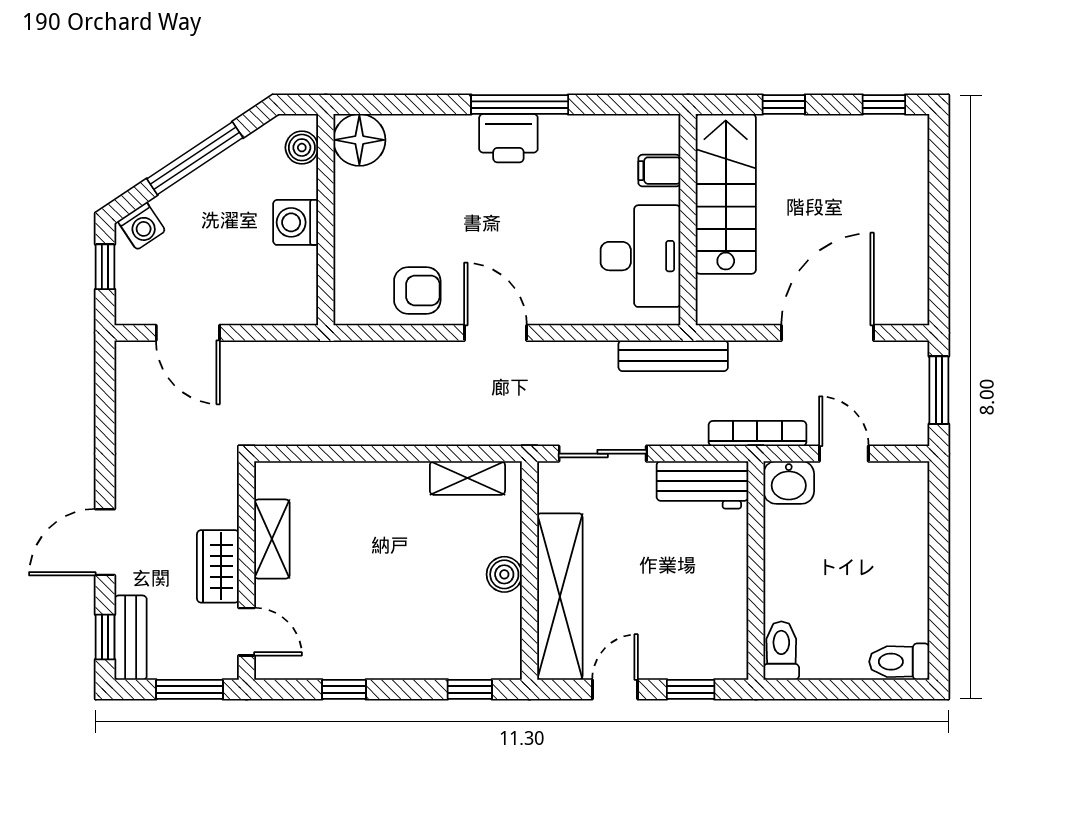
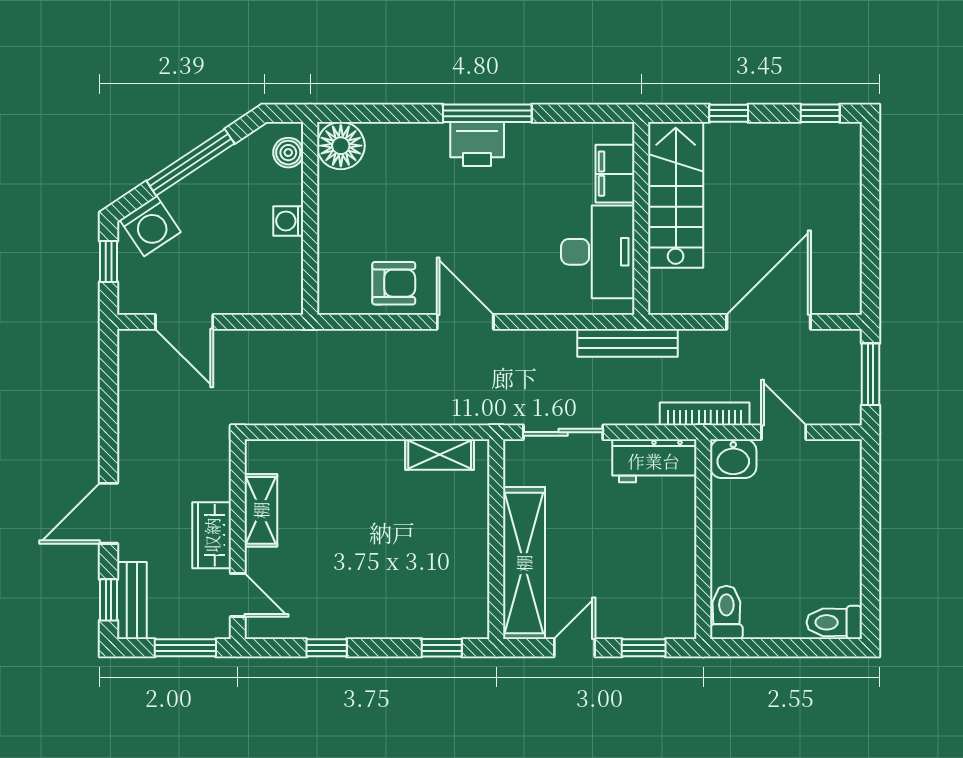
filing cabinet: (659, 171) -> (615, 174), width x2.00
washing machine: (296, 222) -> (288, 221), width x0.73, depth x0.73
washing machine: (142, 226) -> (150, 226), width x1.38, depth x1.38
boiler: (504, 574) -> (473, 543), removed

